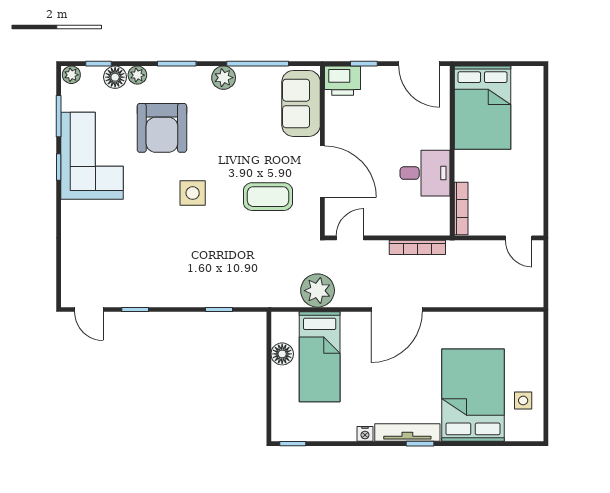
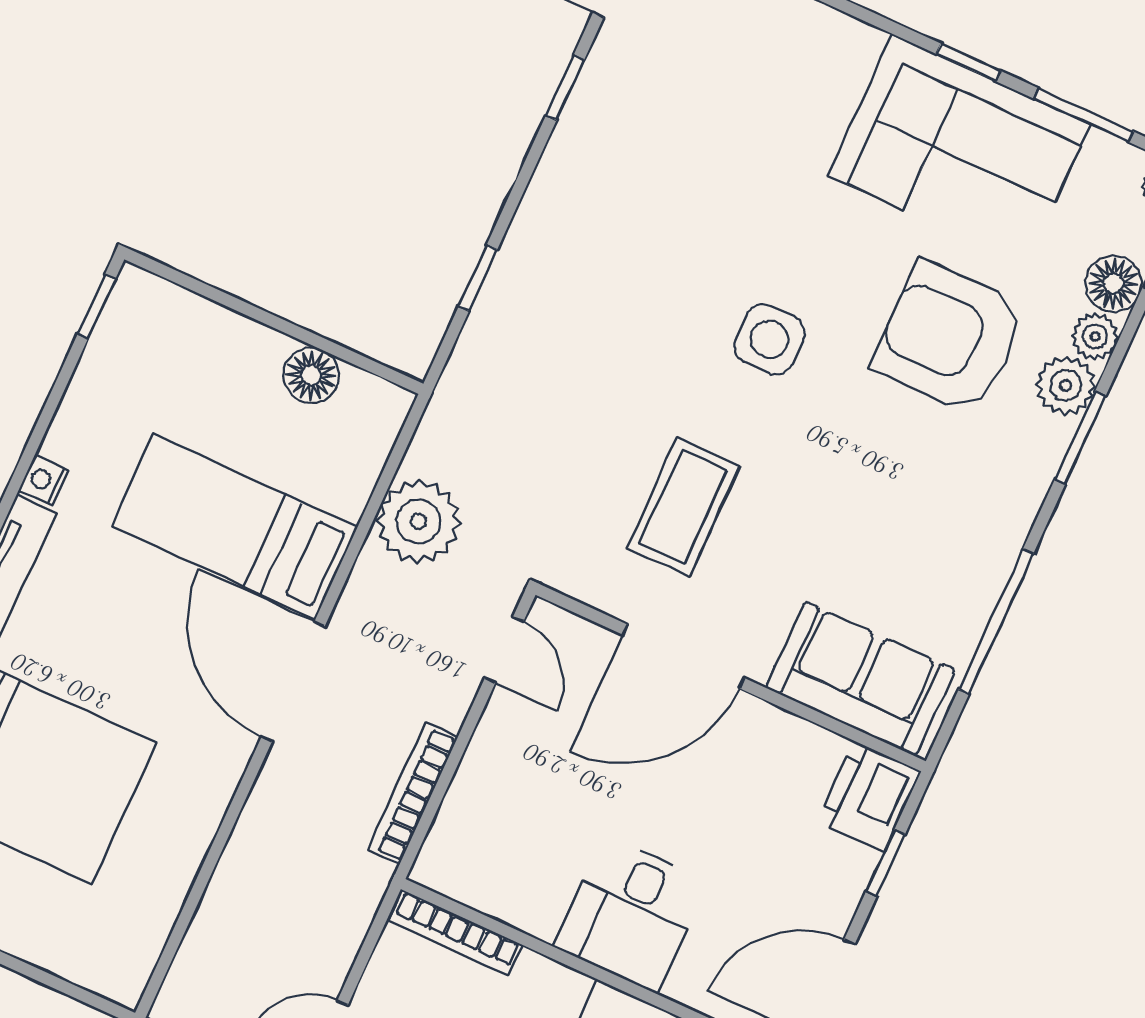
plant: (224, 78) -> (1066, 385), moved
desk: (425, 173) -> (631, 914), moved
bed: (320, 357) -> (234, 527), moved

